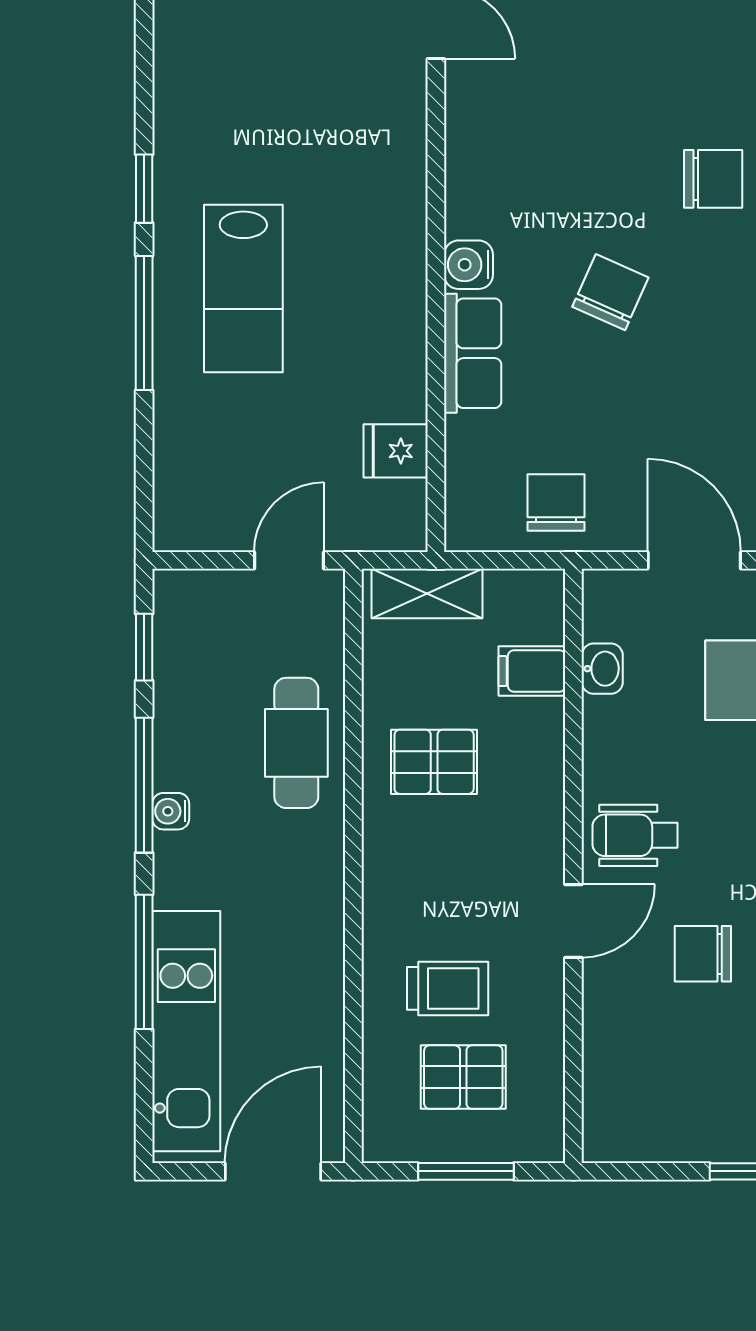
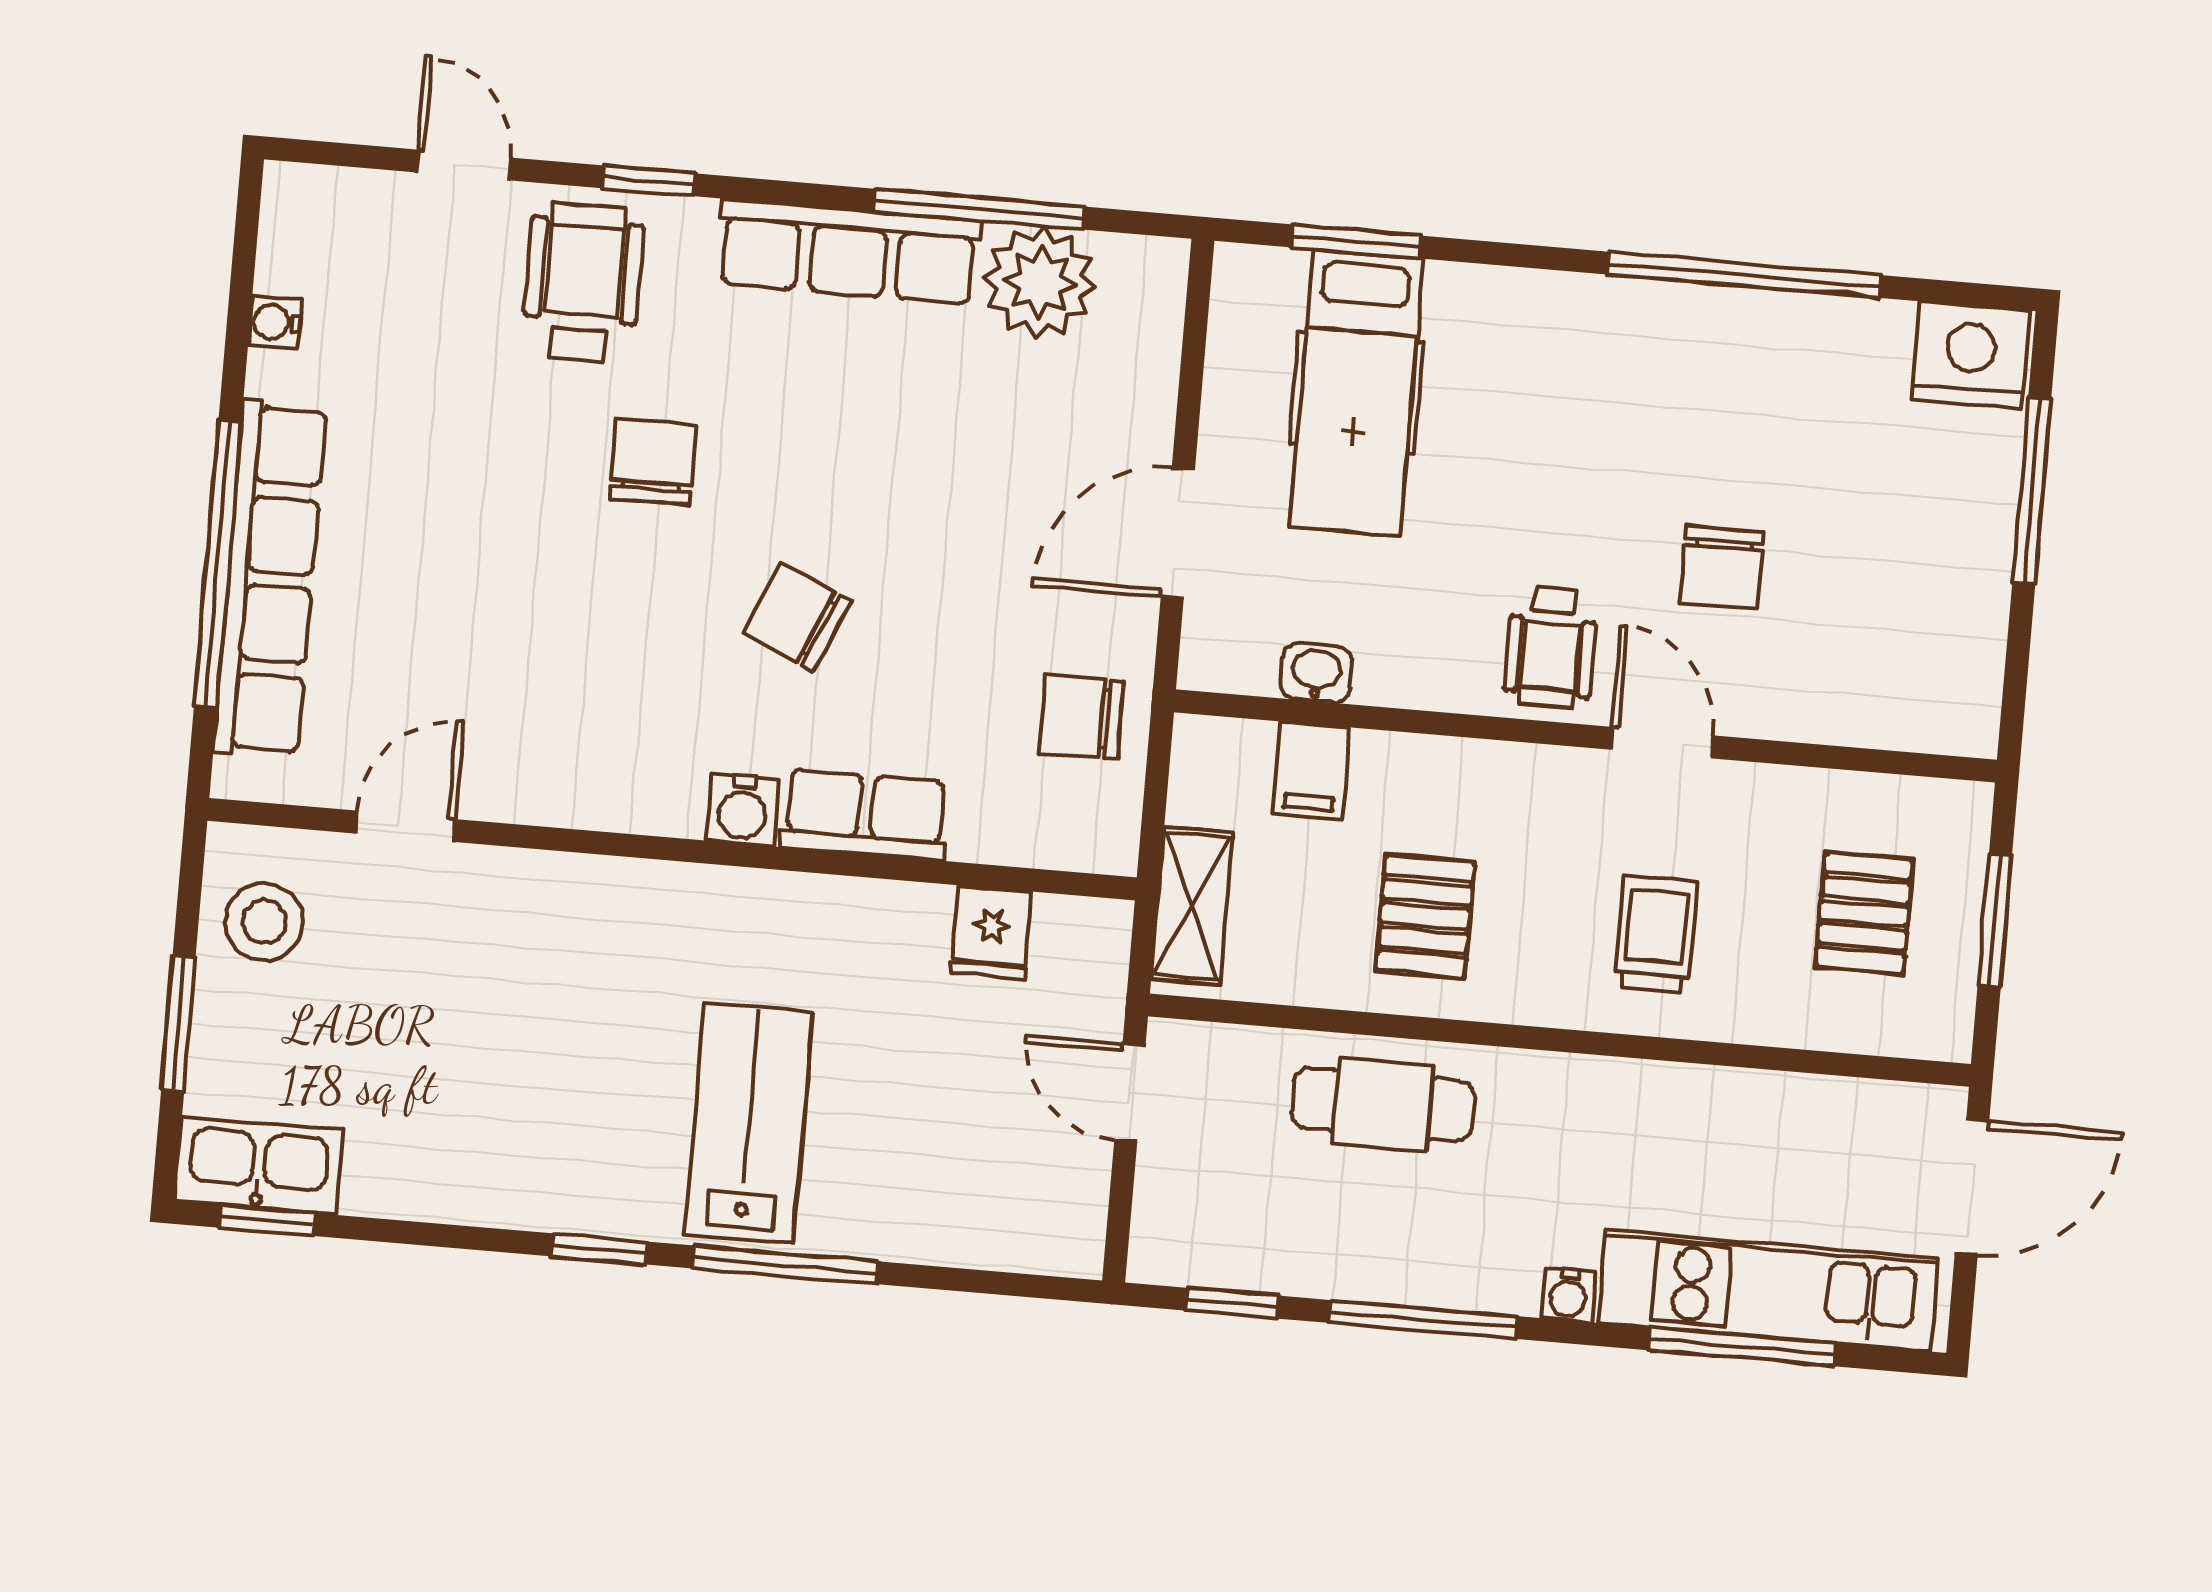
lab bench: (243, 289) -> (749, 1124), turned -90
water cooler: (171, 811) -> (1568, 1295), moved
window: (144, 962) -> (1743, 1347), moved
trolley: (448, 988) -> (1656, 934), moved
door: (273, 1171) -> (1972, 1187), swing flipped

